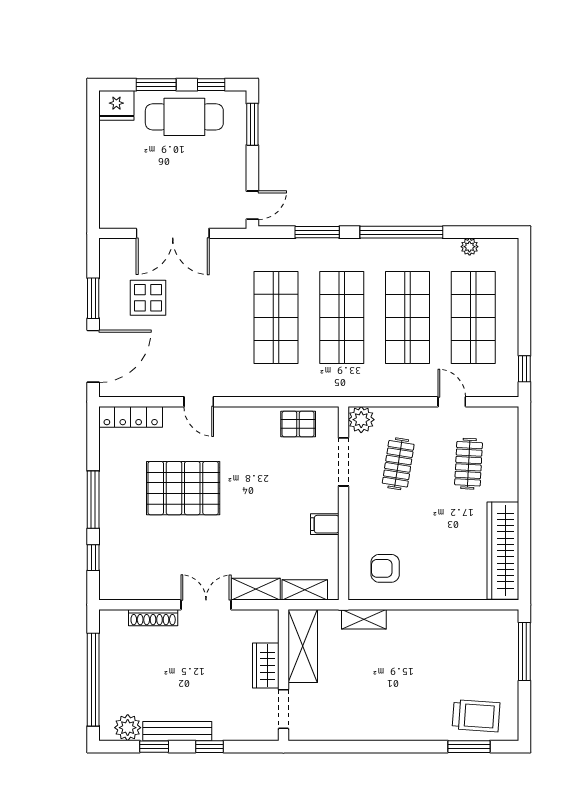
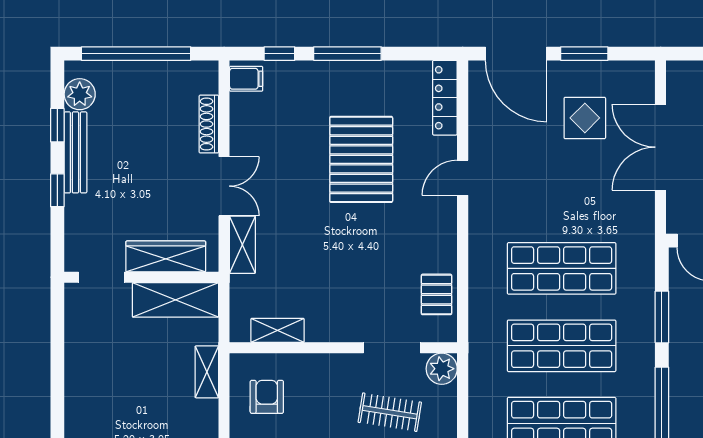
filing cabinet: (325, 524) -> (246, 79), moved, turned 90
shelving: (305, 590) -> (278, 330), moved, turned 90
wardrobe: (266, 666) -> (166, 256), width x1.50

